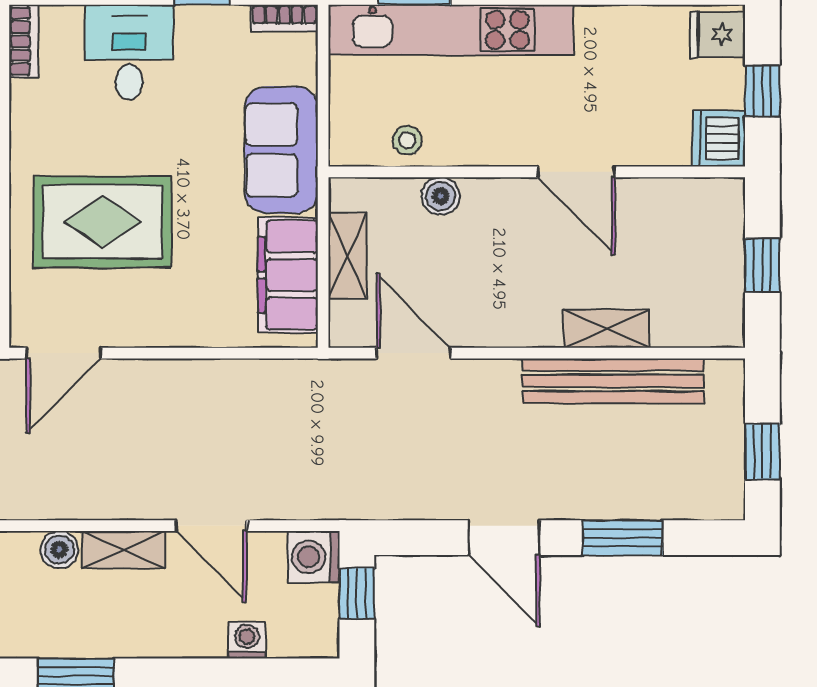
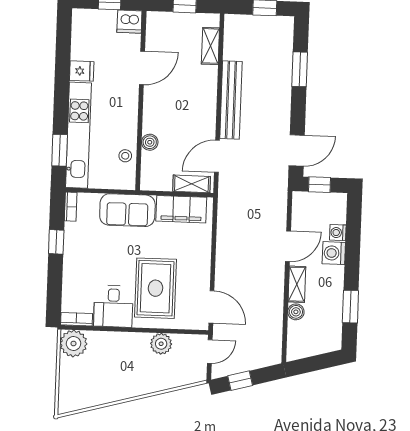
fridge: (718, 35) -> (82, 71), moved, turned -90
desk: (129, 52) -> (113, 306), moved, turned -90
door: (576, 172) -> (142, 68), moved
shelving: (348, 256) -> (192, 184), moved
shelving: (607, 329) -> (210, 46), moved
bench: (613, 381) -> (231, 100), moved
door: (504, 538) -> (297, 150), moved
washing machine: (314, 557) -> (334, 253), moved, turned 90

